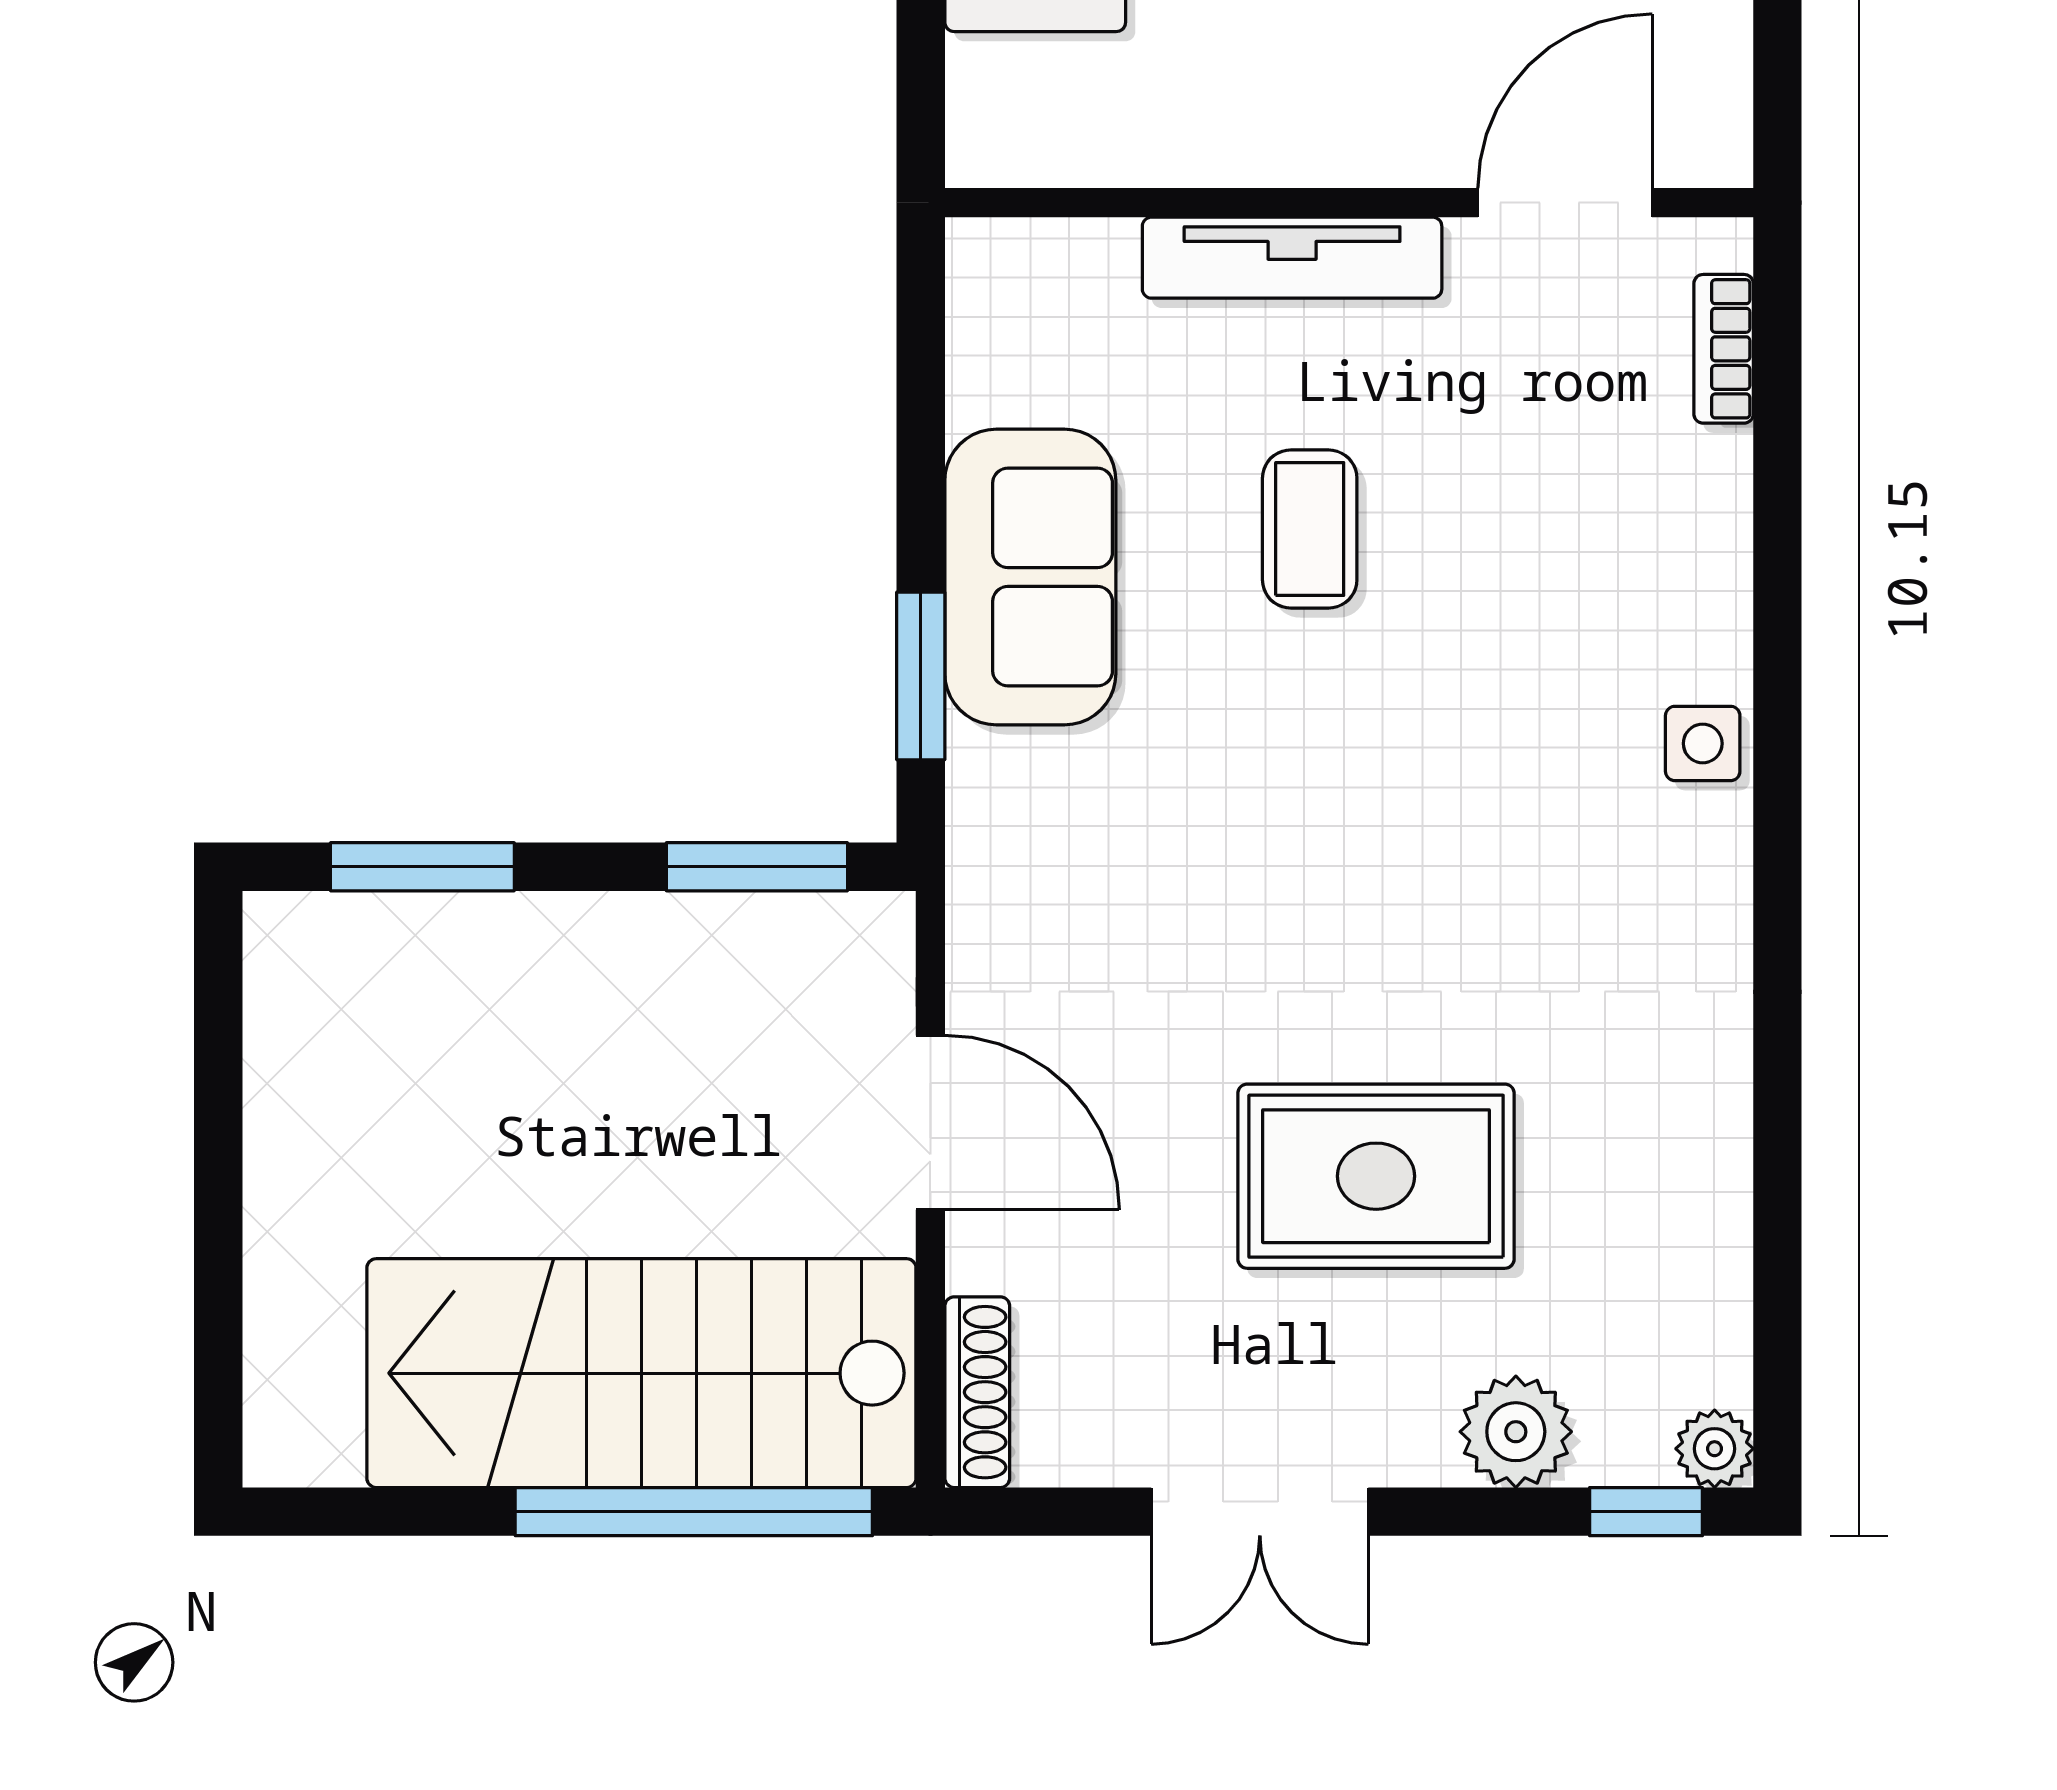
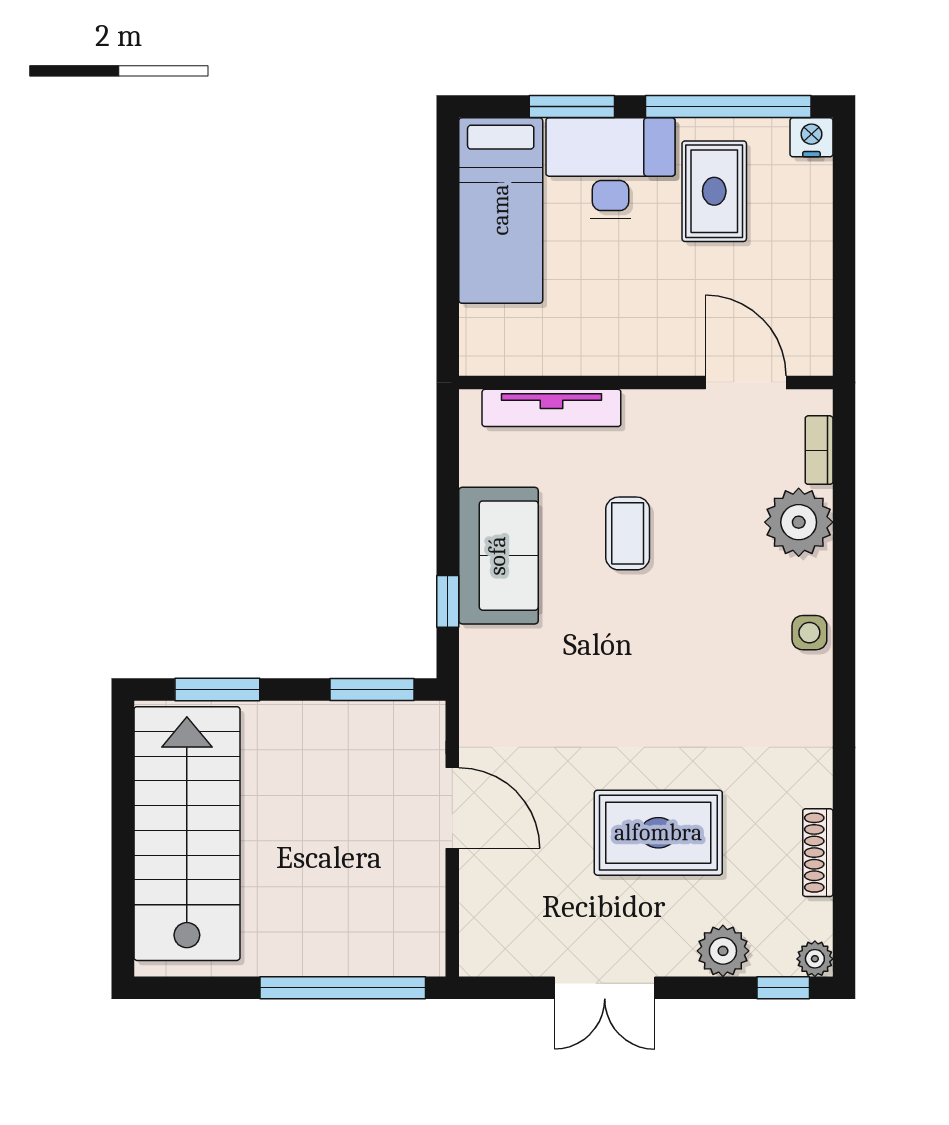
door: (1565, 203) -> (746, 382), hinge flipped
tv unit: (1292, 258) -> (551, 408), moved
plant: (1680, 505) -> (799, 522), added
window: (921, 676) -> (448, 601), width x0.67
stairs: (641, 1373) -> (187, 834), moved, turned 90
shoe rack: (977, 1392) -> (818, 853), moved, turned 180

